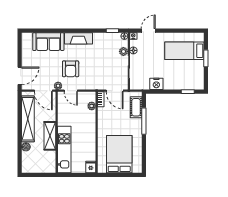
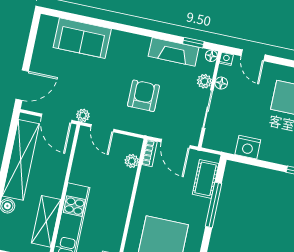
door: (148, 31) -> (253, 55), swing flipped
fireplace: (79, 38) -> (174, 52), moved
armchair: (71, 69) -> (144, 96), moved, turned 180
shelving: (50, 136) -> (46, 221), moved

